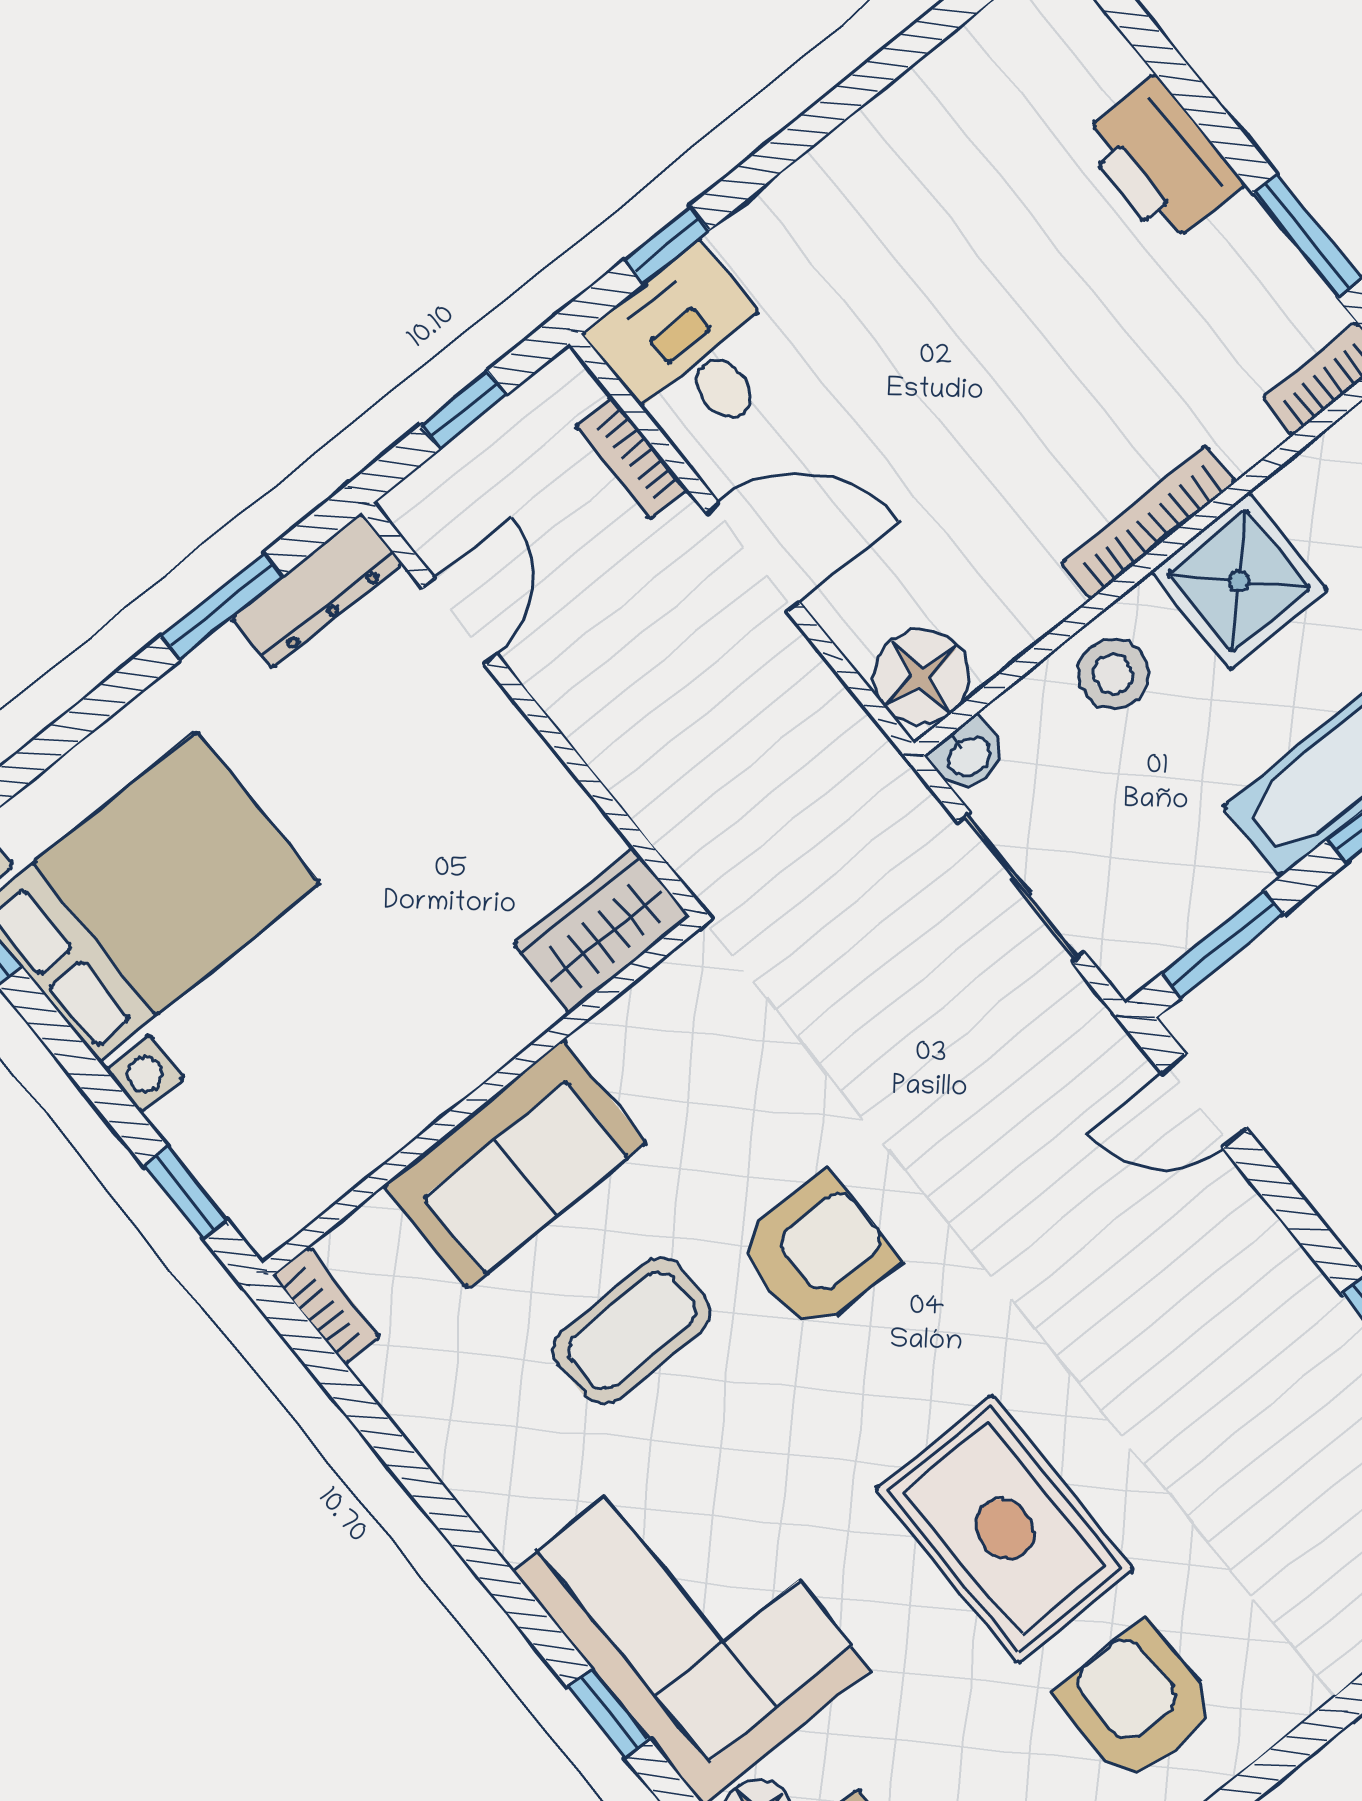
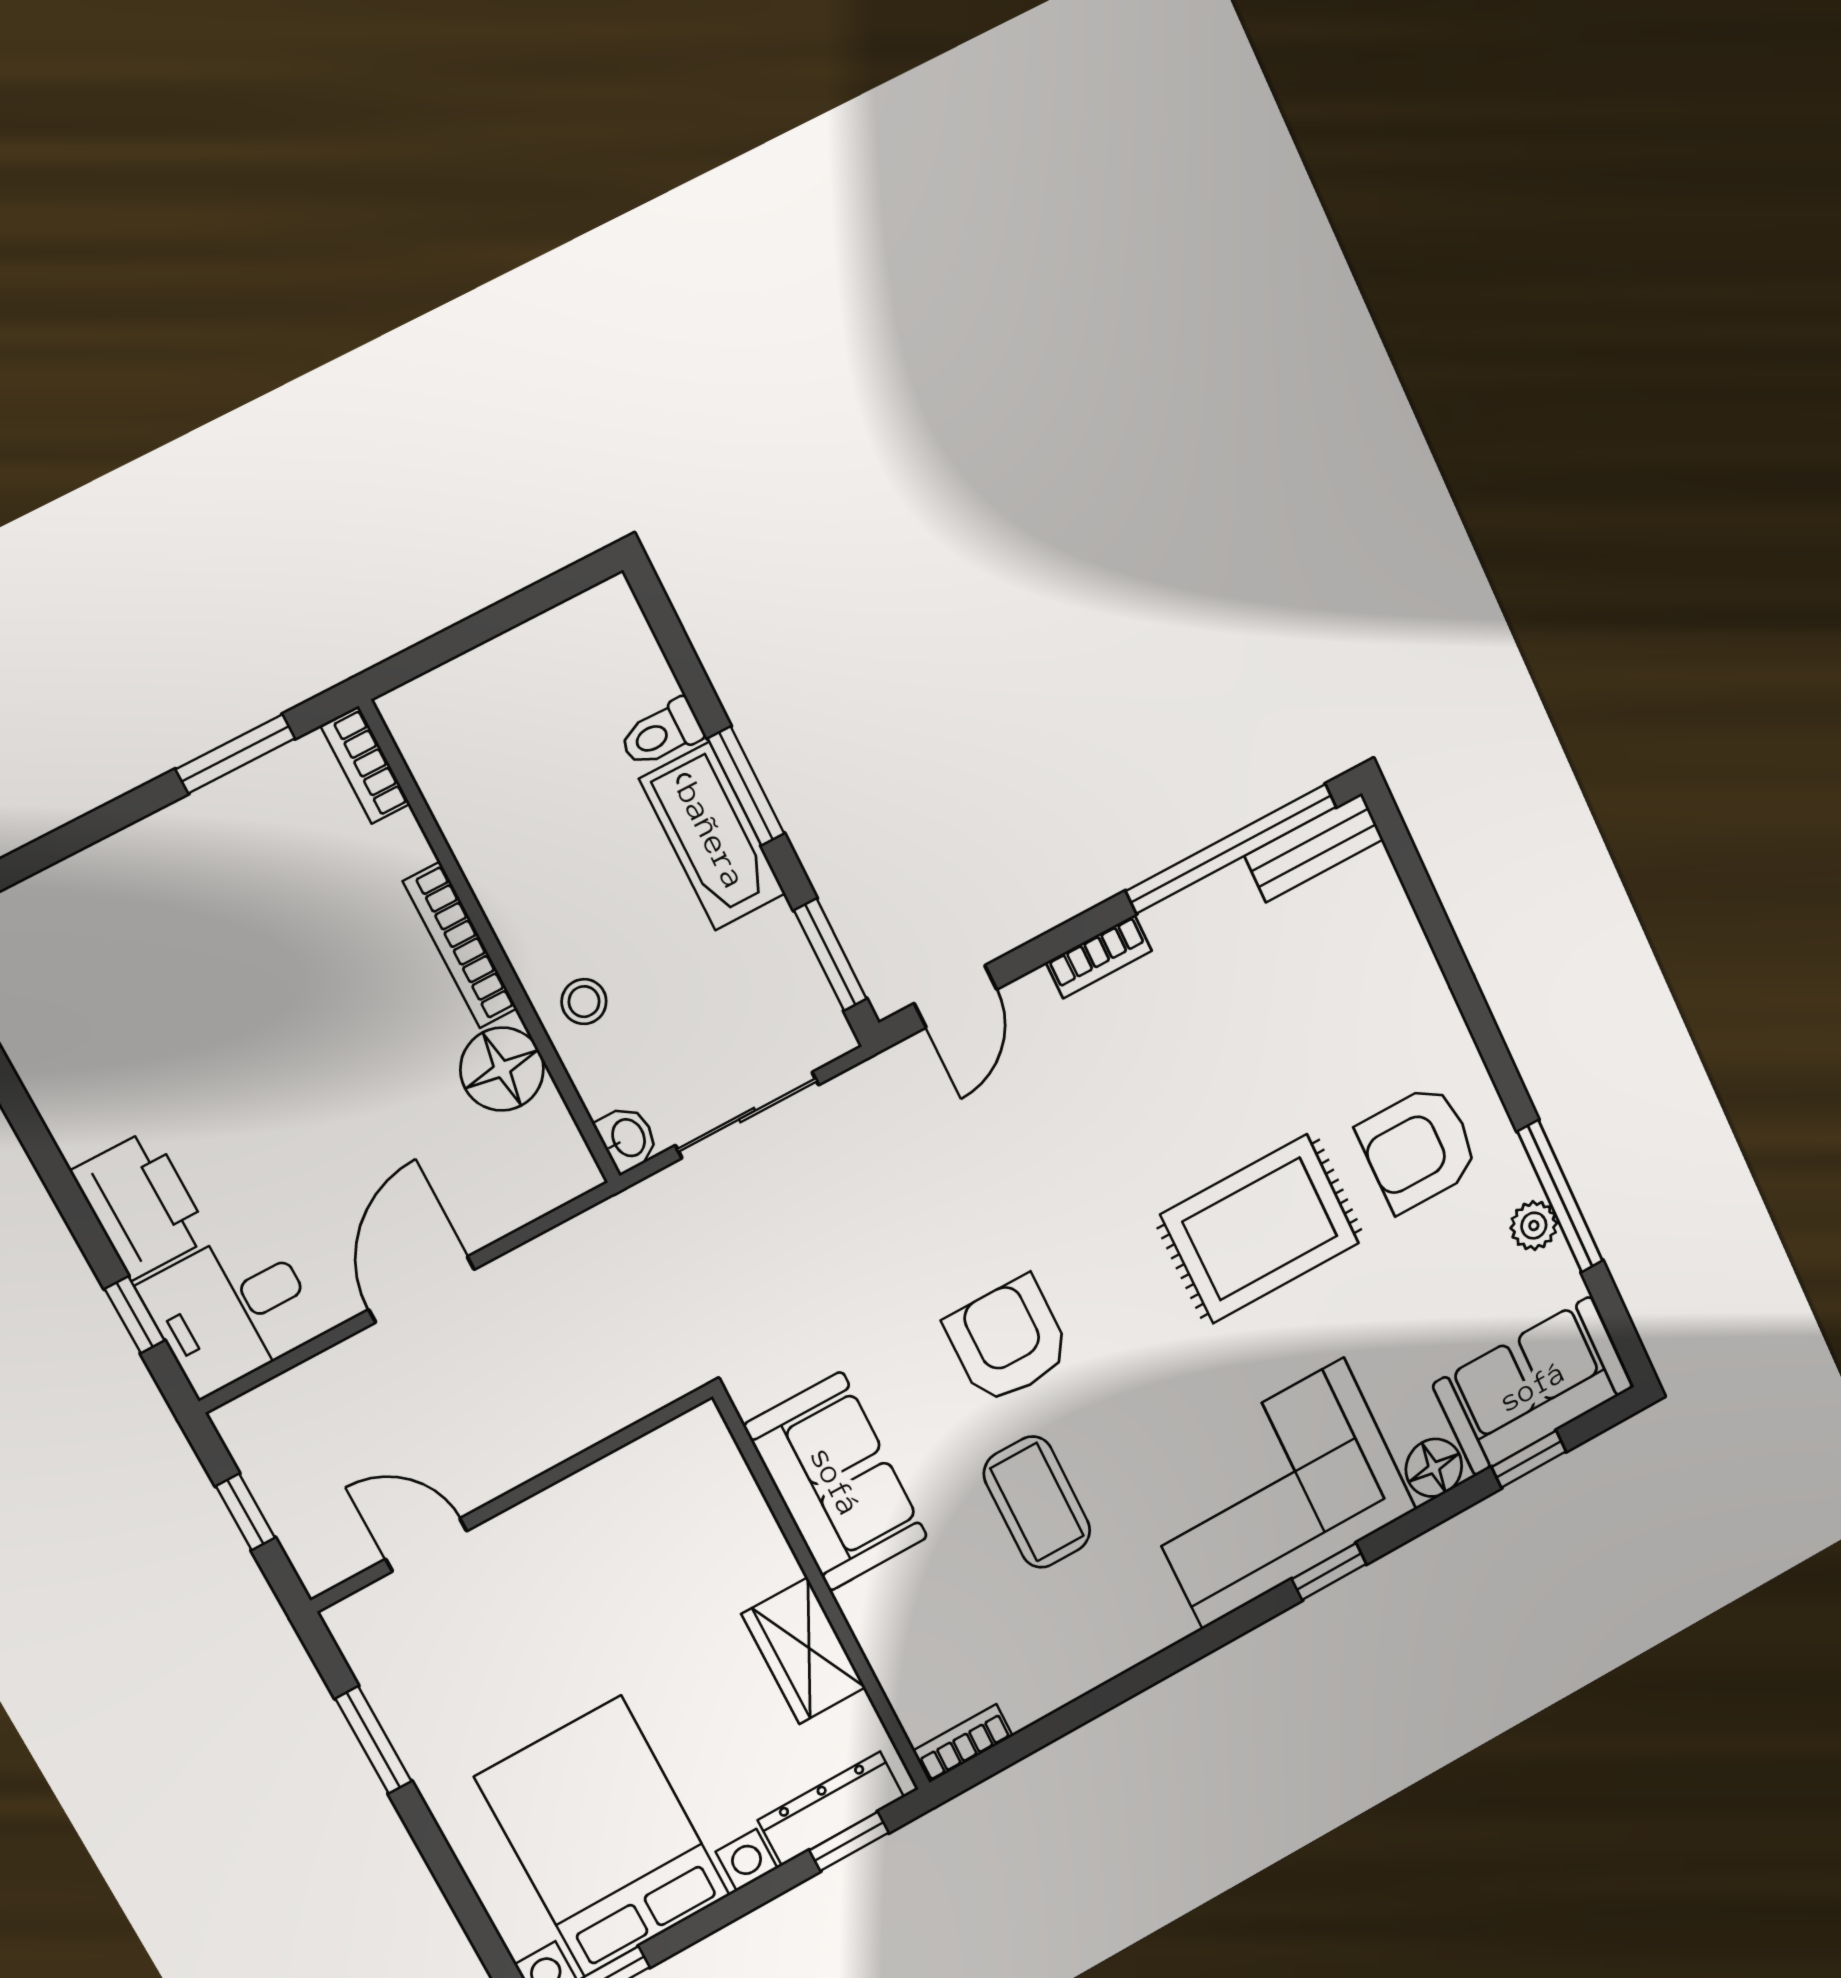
printer: (1161, 161) -> (141, 1205), moved, turned -90
bookcase: (631, 458) -> (1099, 957), moved
shower: (1239, 581) -> (526, 877), removed
dresser: (317, 590) -> (831, 1809), moved, turned -90
stool: (1113, 674) -> (584, 1002), width x0.73, depth x0.73
floor lamp: (921, 677) -> (502, 1069), moved
wardrobe: (601, 930) -> (804, 1651), moved
sofa: (515, 1164) -> (836, 1482), moved

